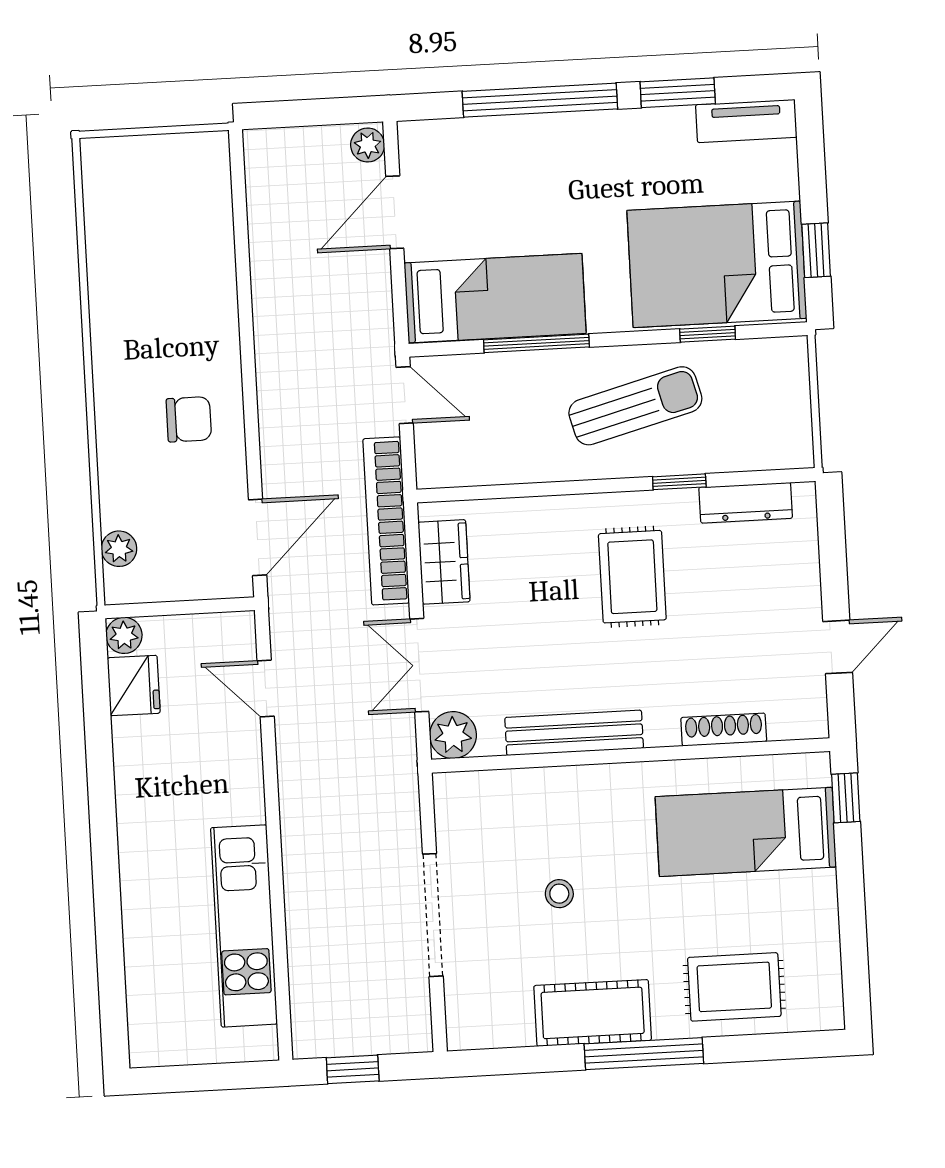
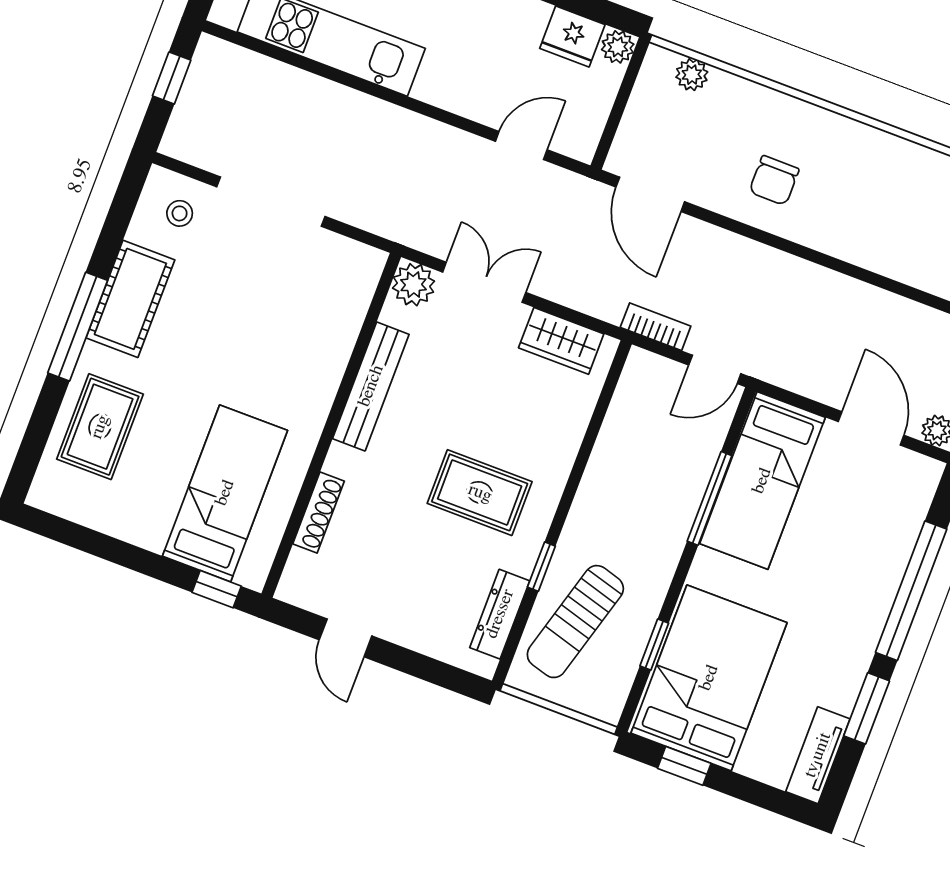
sun lounger: (635, 406) -> (575, 622), moved, turned 31
bookcase: (386, 521) -> (656, 327), width x0.43, depth x0.76
stool: (559, 894) -> (180, 213), moved

